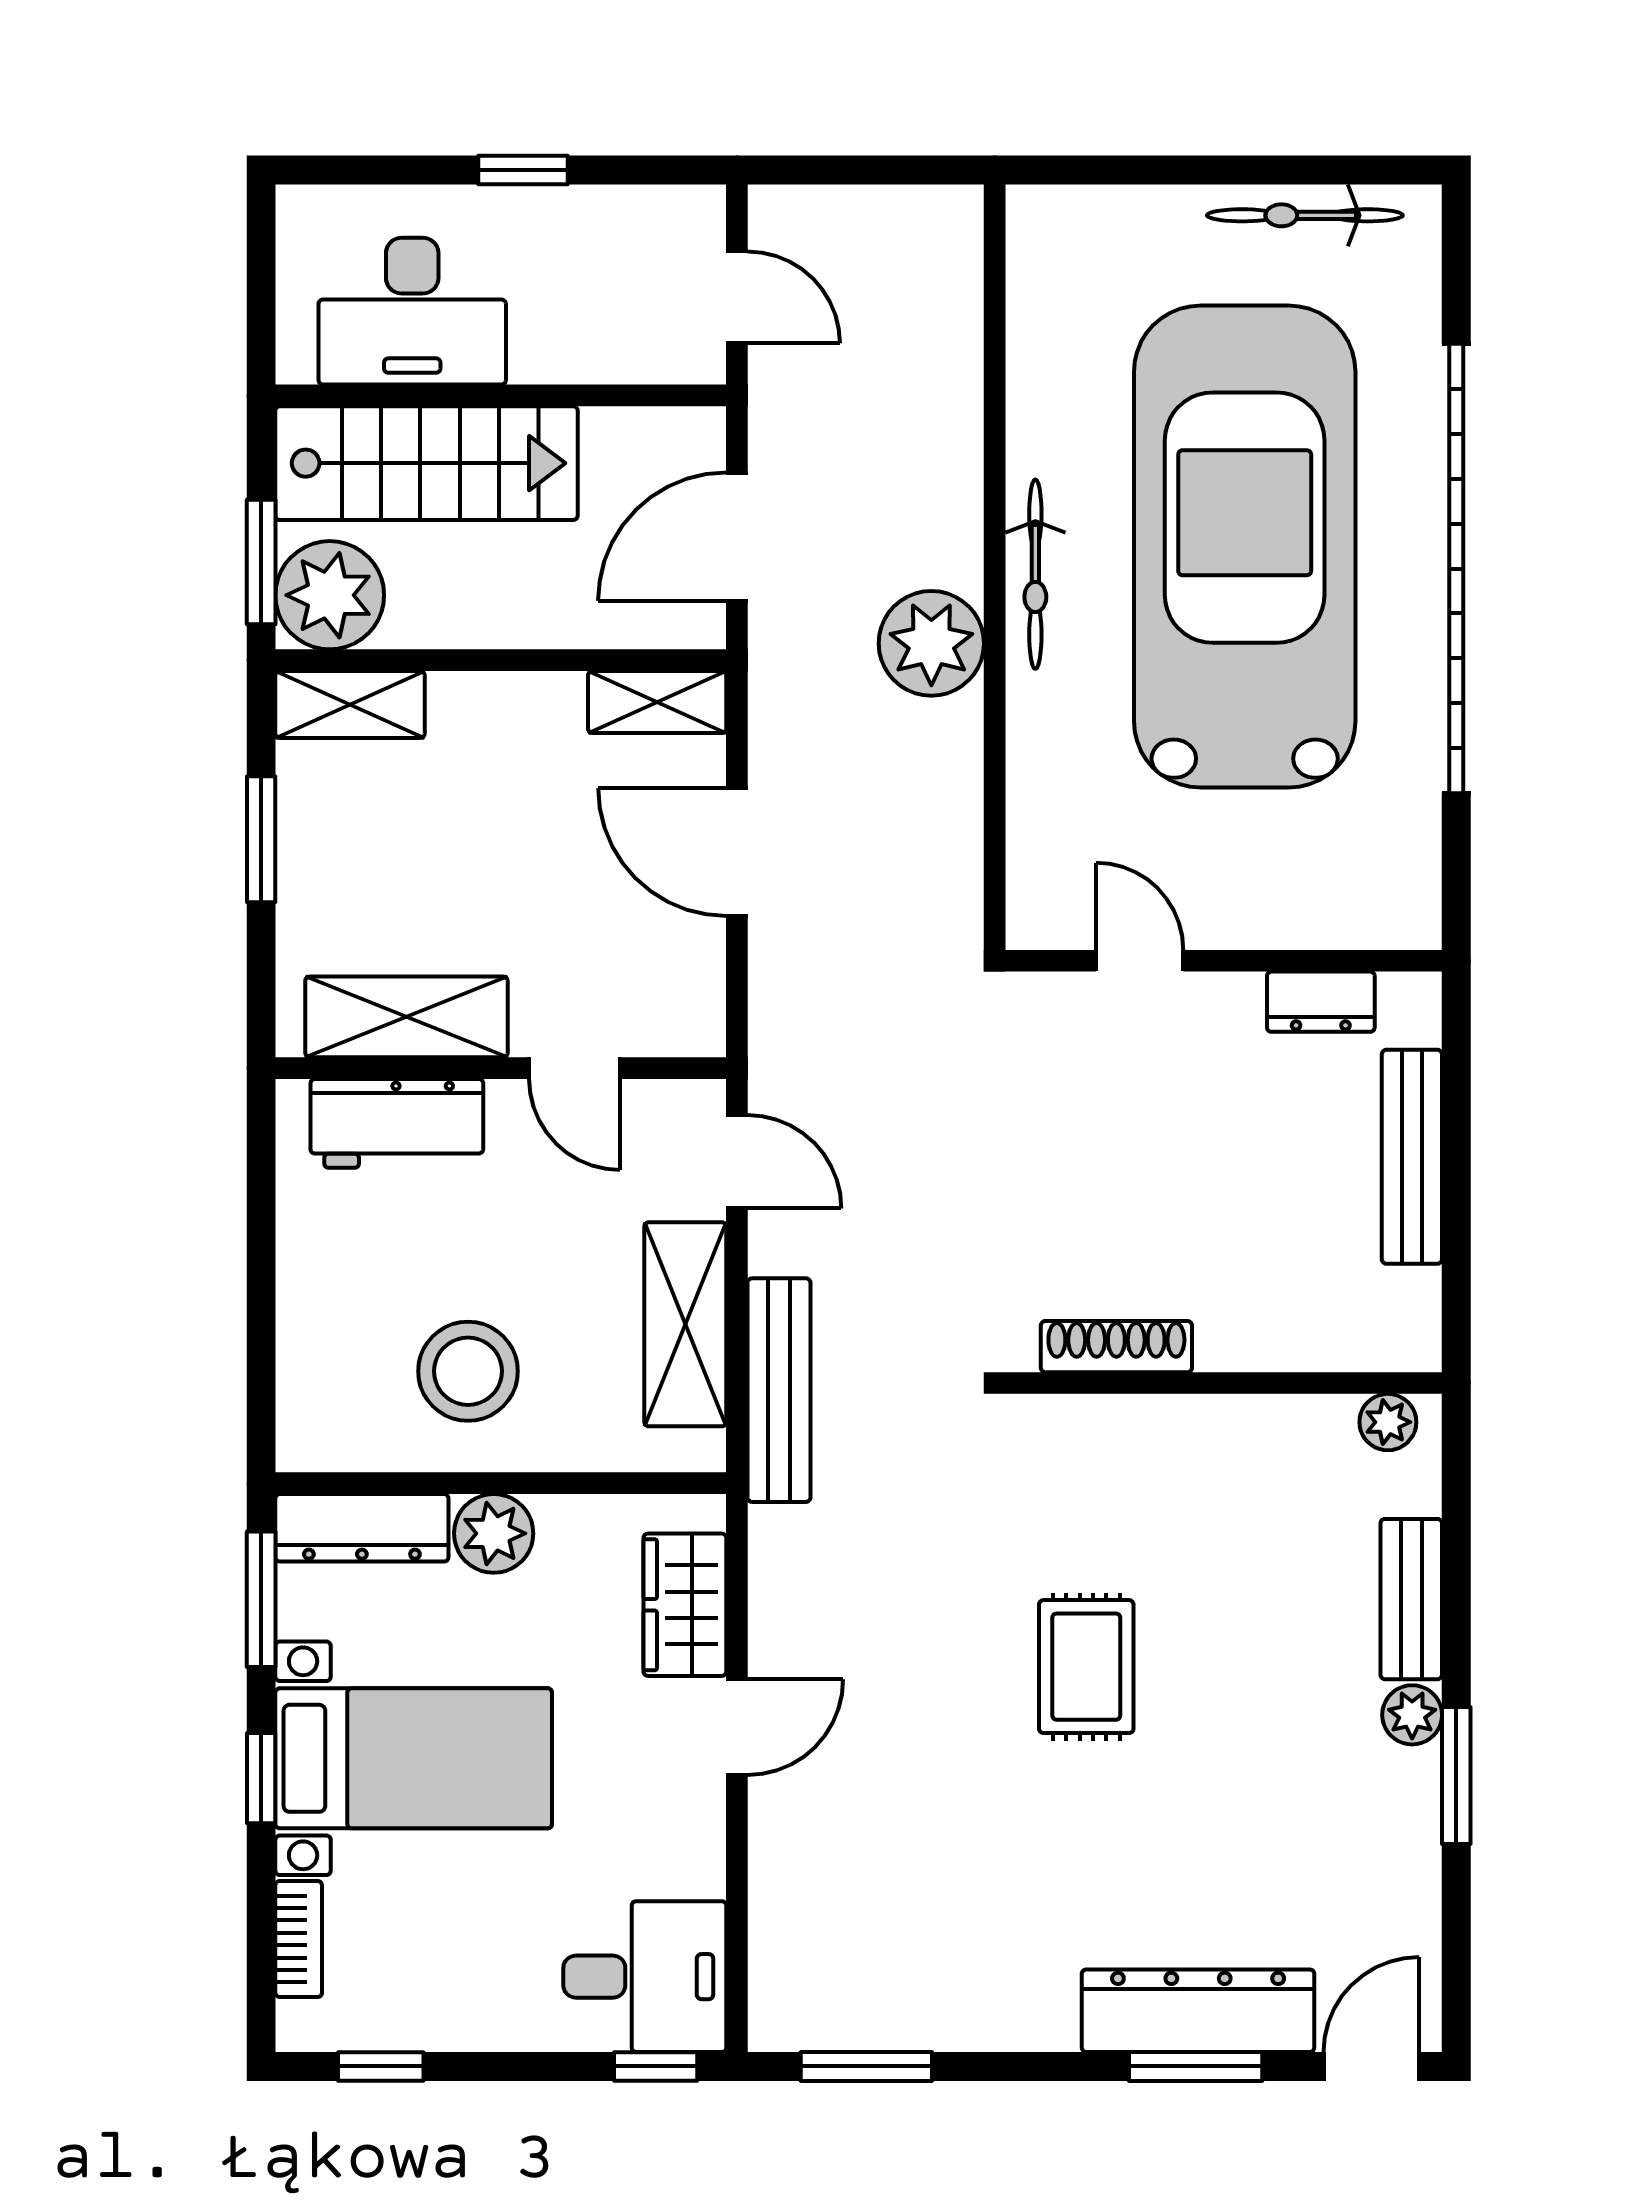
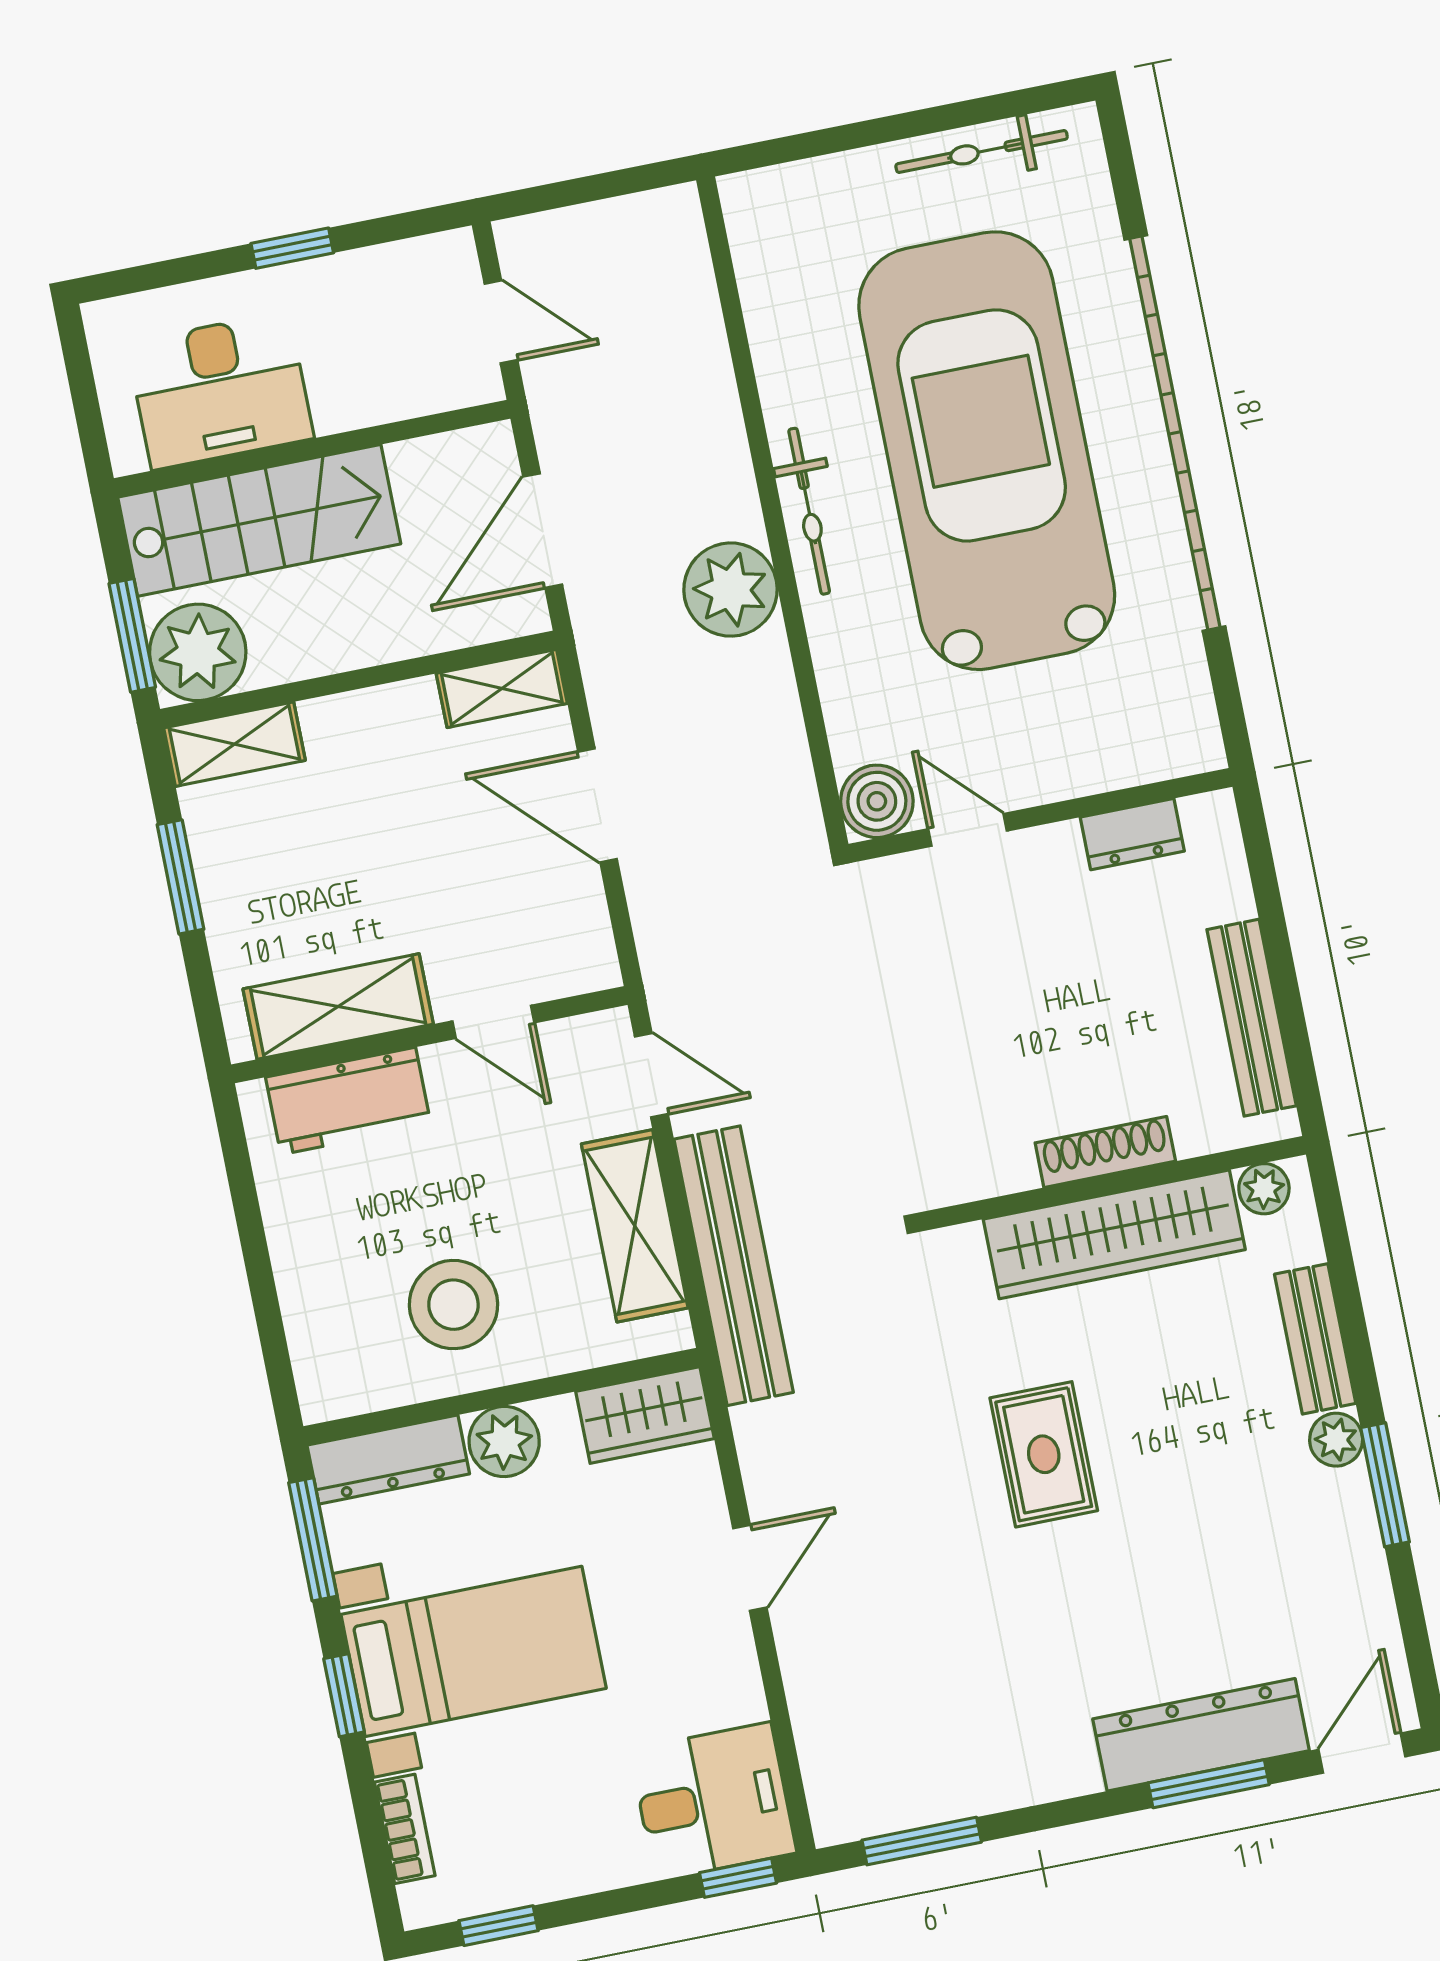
boiler: (1046, 909) -> (877, 801), added
bench: (1412, 1157) -> (1252, 1018), moved
shoe rack: (1116, 1347) -> (1105, 1152), moved
bench: (779, 1390) -> (734, 1266), width x1.37, depth x1.21
wardrobe: (1213, 1439) -> (1114, 1234), added
wardrobe: (685, 1605) -> (645, 1415), moved, turned -90

